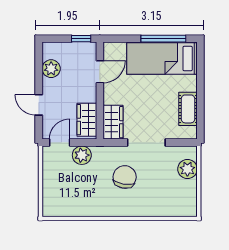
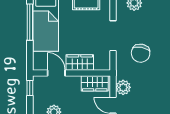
wardrobe: (113, 122) -> (80, 62), moved
chair: (125, 177) -> (141, 53), turned -89

